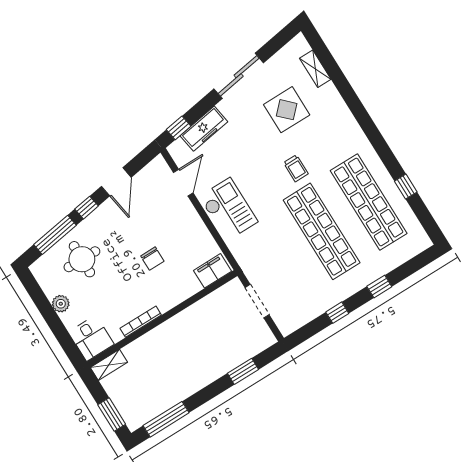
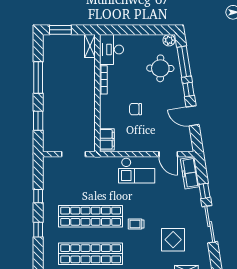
window: (178, 128) -> (204, 191), moved
freezer: (204, 129) -> (190, 173), moved
plant: (61, 304) -> (169, 40), moved
desk: (91, 338) -> (112, 49), width x1.37
window: (166, 419) -> (38, 78), moved

